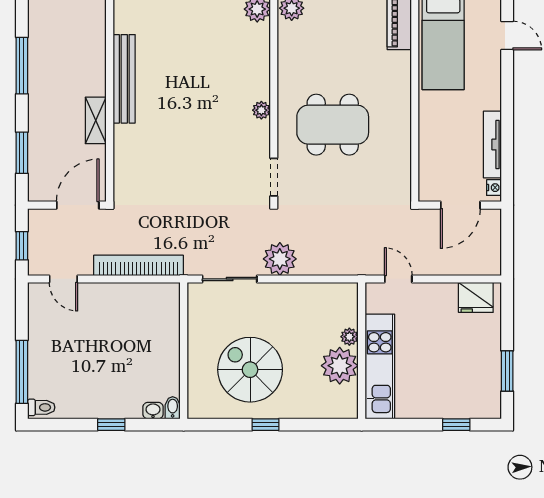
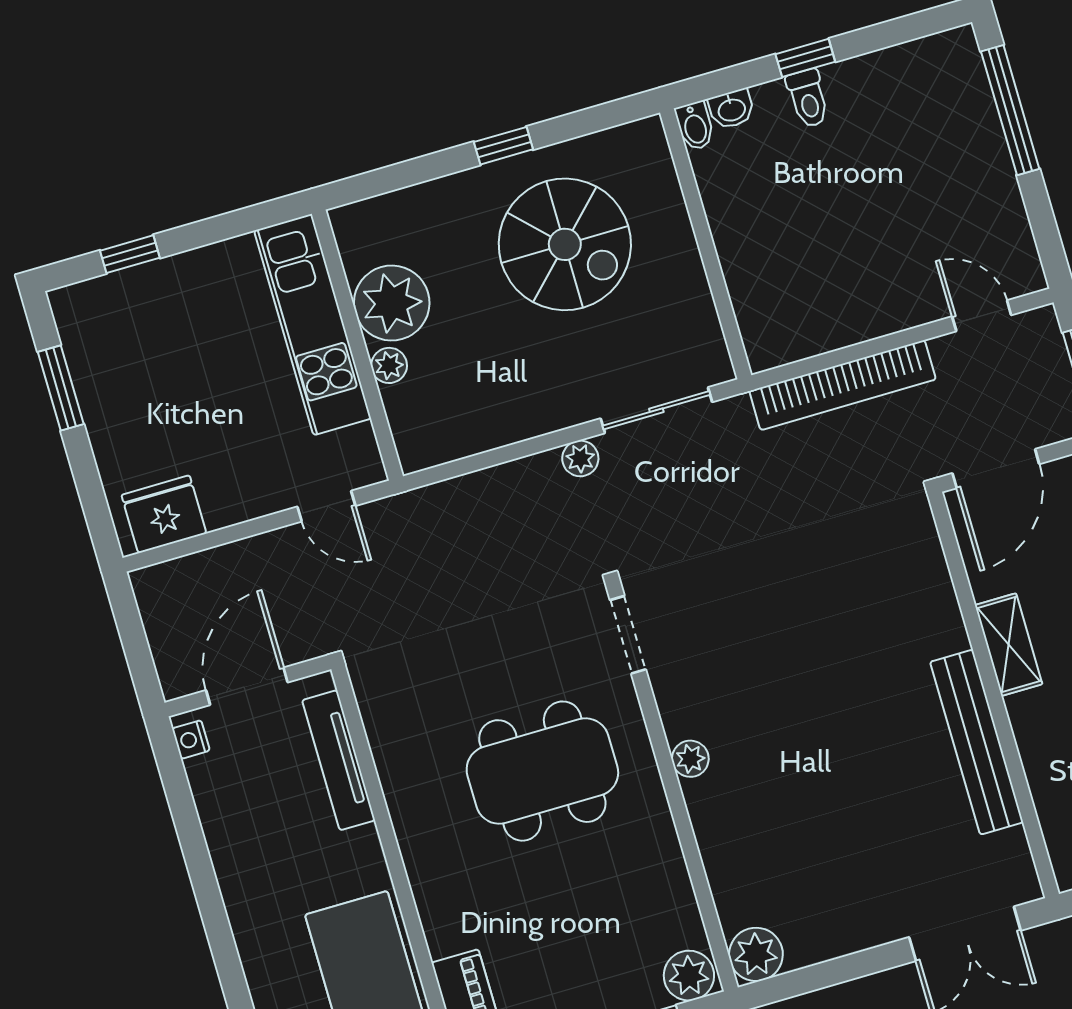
tv unit: (492, 145) -> (339, 760), moved, turned 180
plant: (280, 259) -> (580, 458), width x0.53, depth x0.53
toilet: (41, 407) -> (808, 98), moved, turned -90

